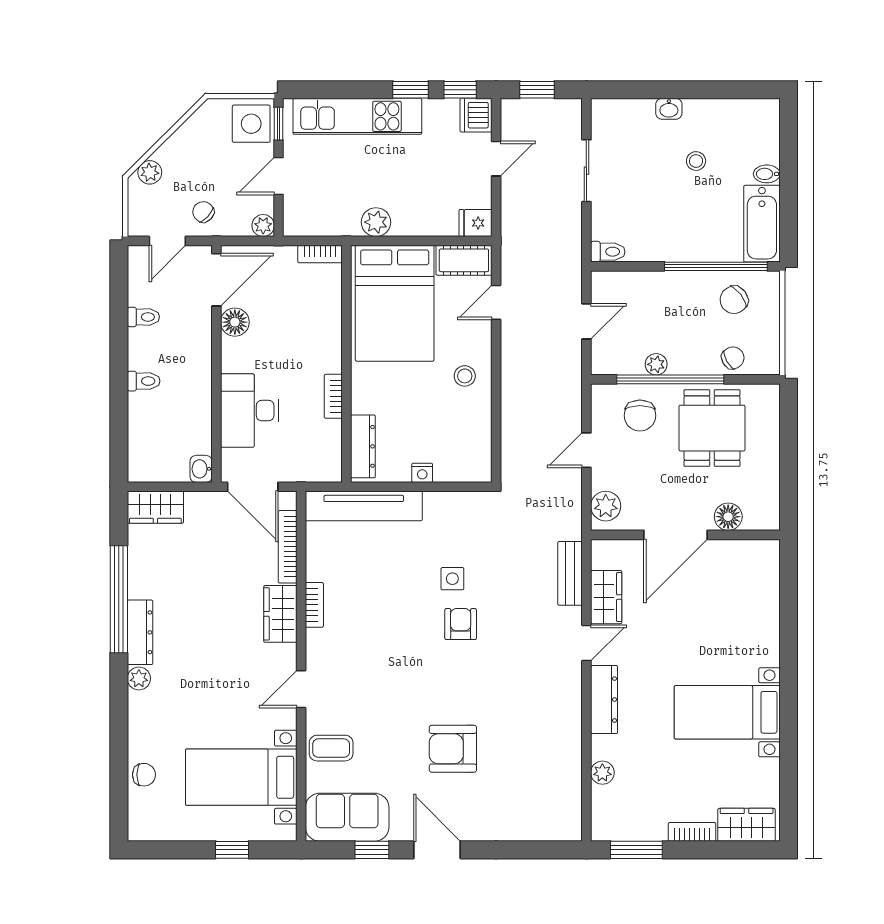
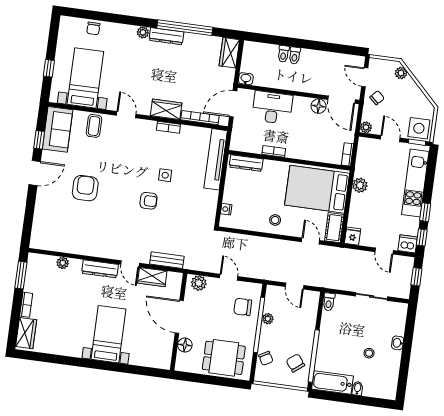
toilet: (143, 317) -> (283, 54), moved
dining table: (712, 428) -> (224, 358), moved
nightstand: (422, 473) -> (226, 209), moved
side table: (452, 579) -> (165, 175), moved
bed with nightstands: (727, 712) -> (109, 334), moved

